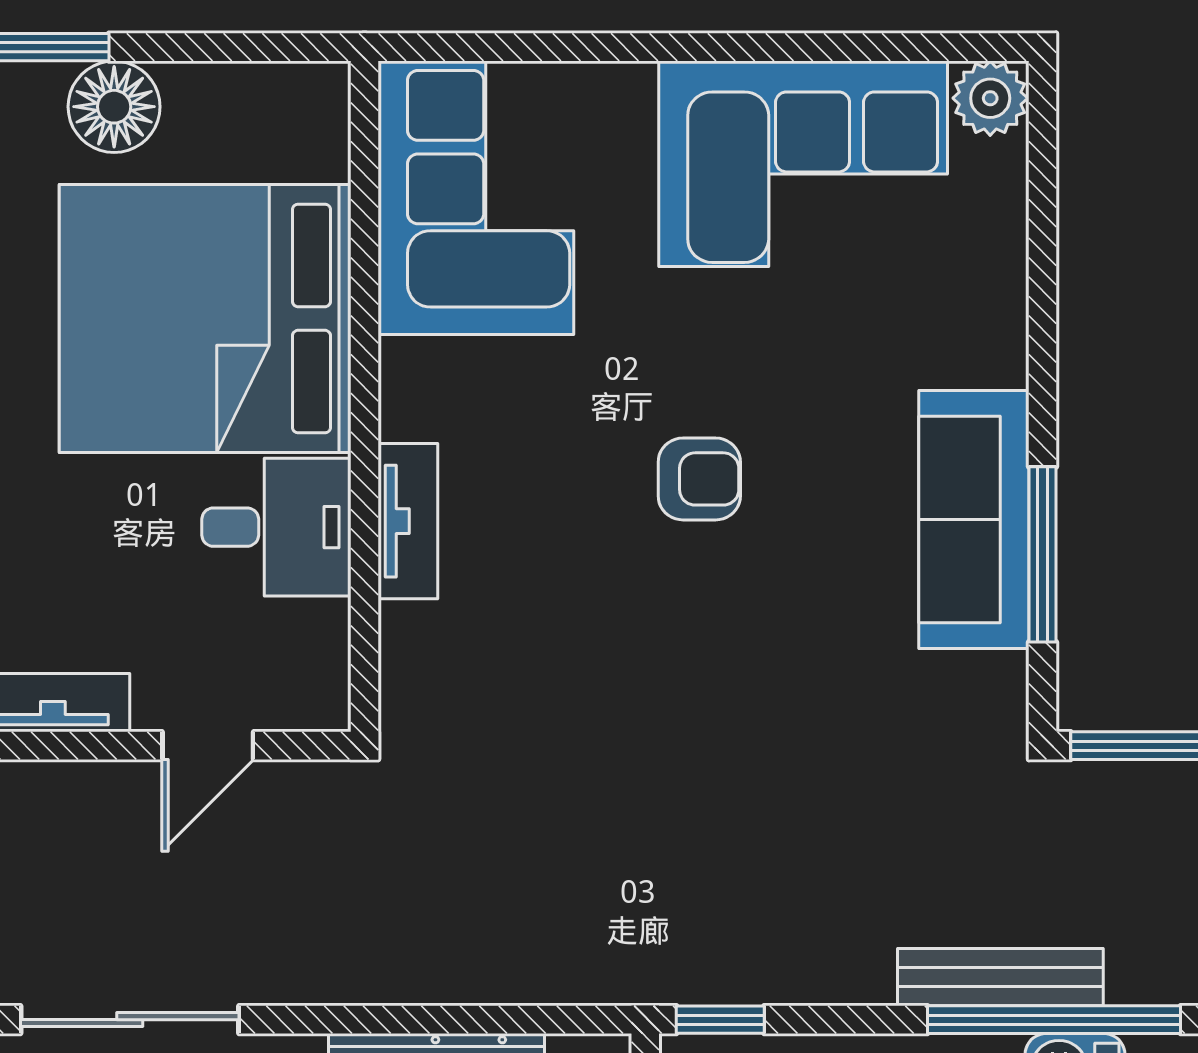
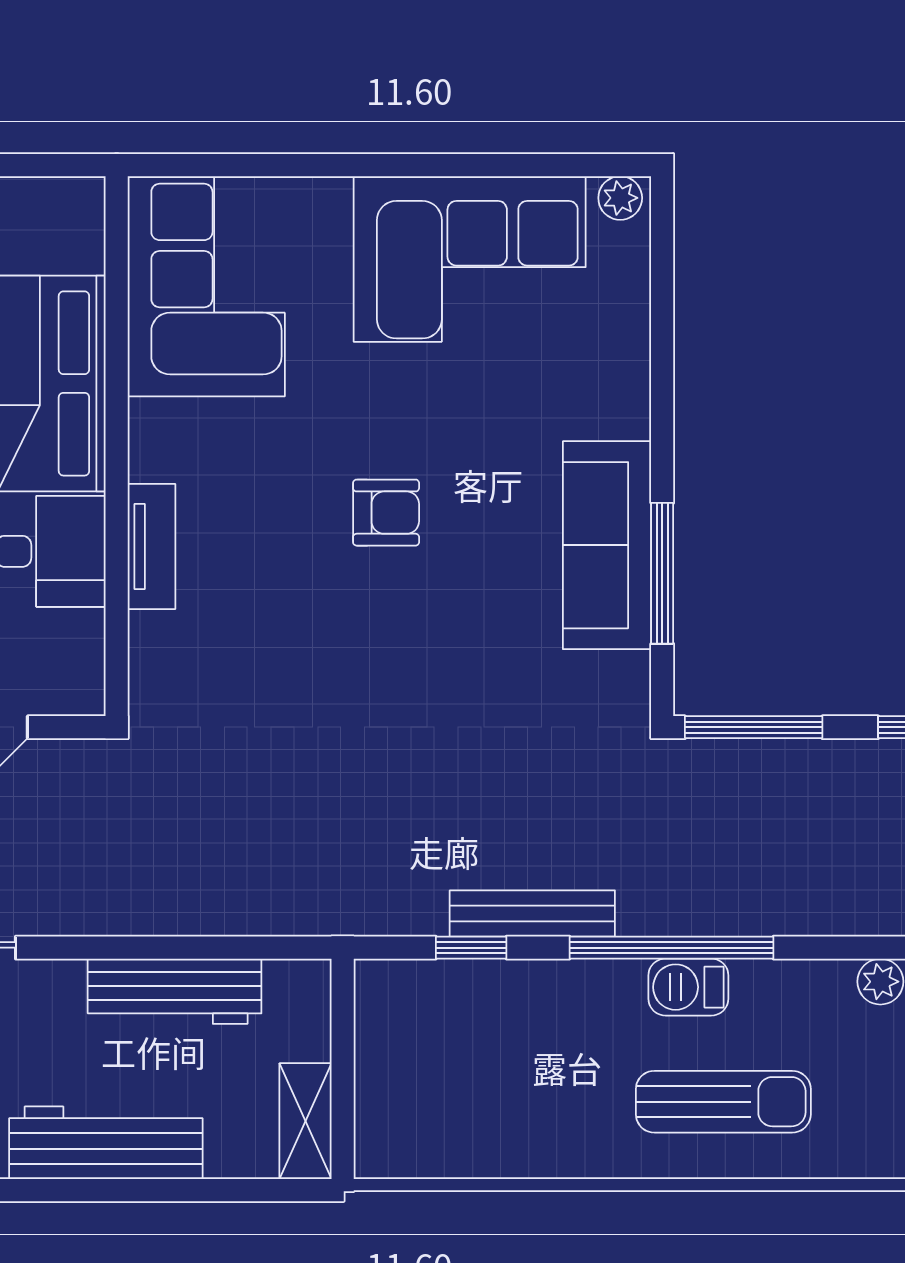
plant: (990, 98) -> (620, 198), width x0.73, depth x0.73
bench: (1000, 977) -> (532, 913), moved
window: (720, 1020) -> (471, 948), moved

